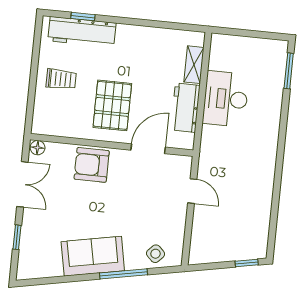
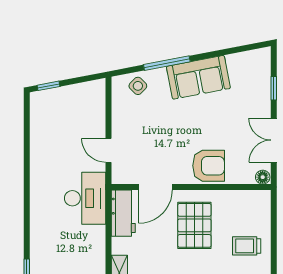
desk: (226, 99) -> (85, 198), moved
workbench: (185, 108) -> (123, 213), moved

